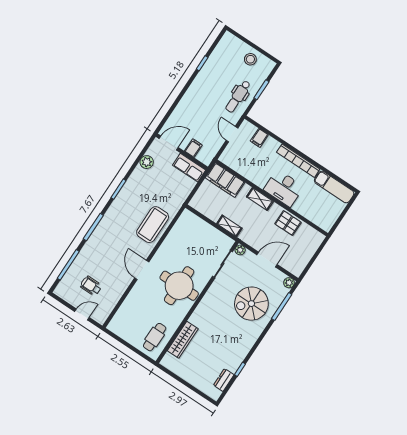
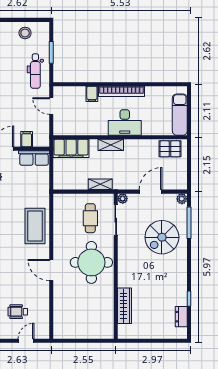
filing cabinet: (259, 138) -> (92, 94), moved
exam couch: (334, 187) -> (180, 115), moved, turned 90
pallet: (288, 223) -> (170, 149), moved
cafe table: (155, 337) -> (90, 218), moved

